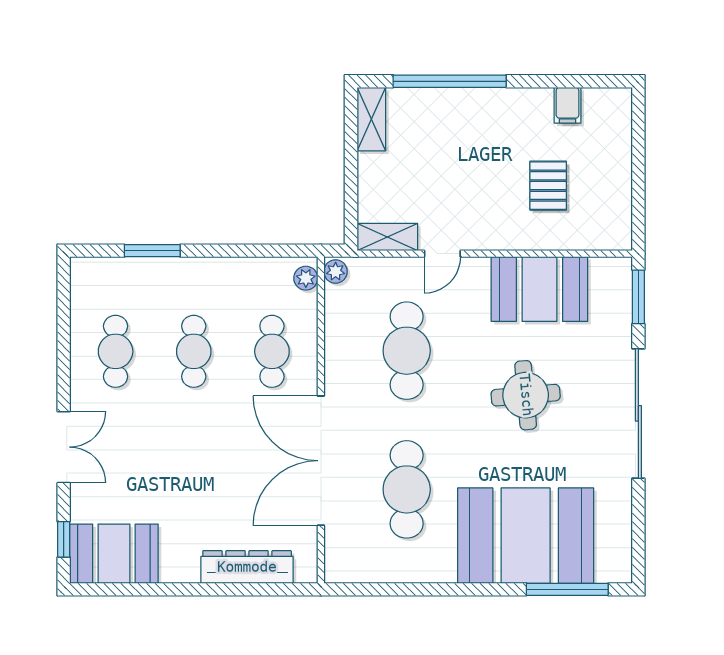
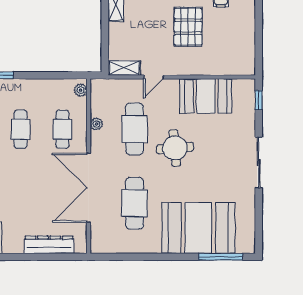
pallet: (548, 186) -> (188, 27), moved, width x1.50, depth x1.42
plant: (336, 271) -> (96, 124), moved
window: (638, 297) -> (259, 100), width x0.67
round table: (526, 395) -> (175, 148), moved
sliding door: (638, 413) -> (259, 163), width x0.73

